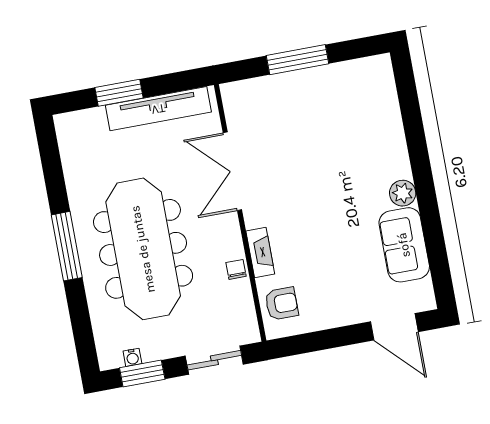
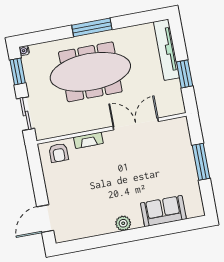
window: (119, 93) -> (185, 74), moved
tv unit: (158, 109) -> (166, 50), moved
sofa: (404, 245) -> (163, 211), moved
chair: (236, 269) -> (78, 126), removed
water cooler: (132, 357) -> (24, 51), moved

